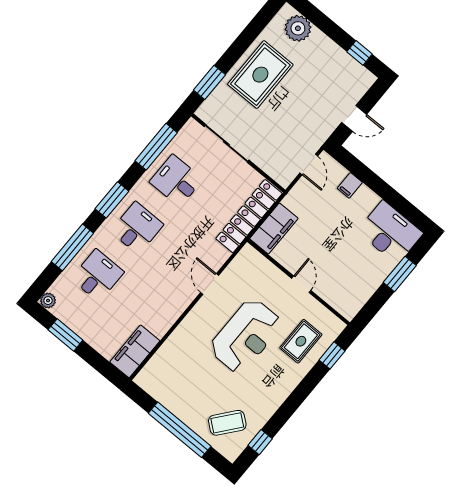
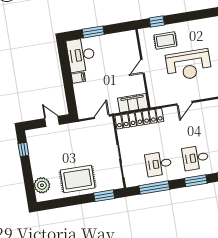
door: (309, 165) -> (102, 117), moved
desk: (176, 181) -> (159, 164), turned 90
filing cabinet: (350, 185) -> (78, 78), moved
reception desk: (246, 336) -> (189, 65), turned 180

